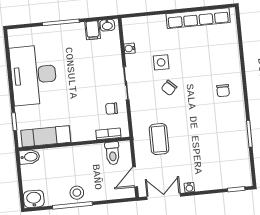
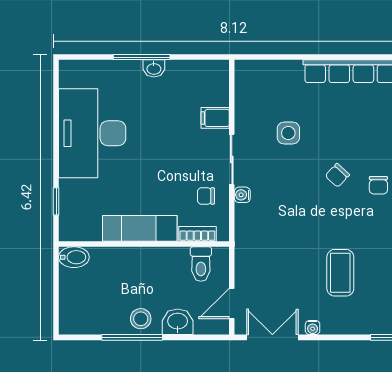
washbasin: (107, 25) -> (154, 68), moved
filing cabinet: (93, 30) -> (215, 118), moved, turned 90
water cooler: (129, 48) -> (242, 195), moved
chair: (169, 88) -> (337, 175), moved
exam couch: (46, 136) -> (140, 228), moved
coffee table: (159, 139) -> (340, 273), moved
washbasin: (34, 199) -> (178, 322), moved

